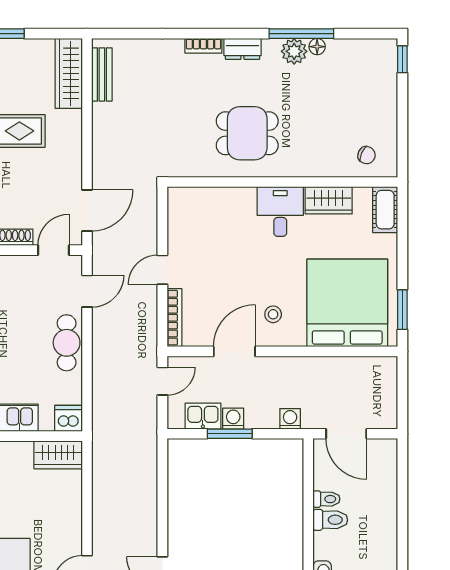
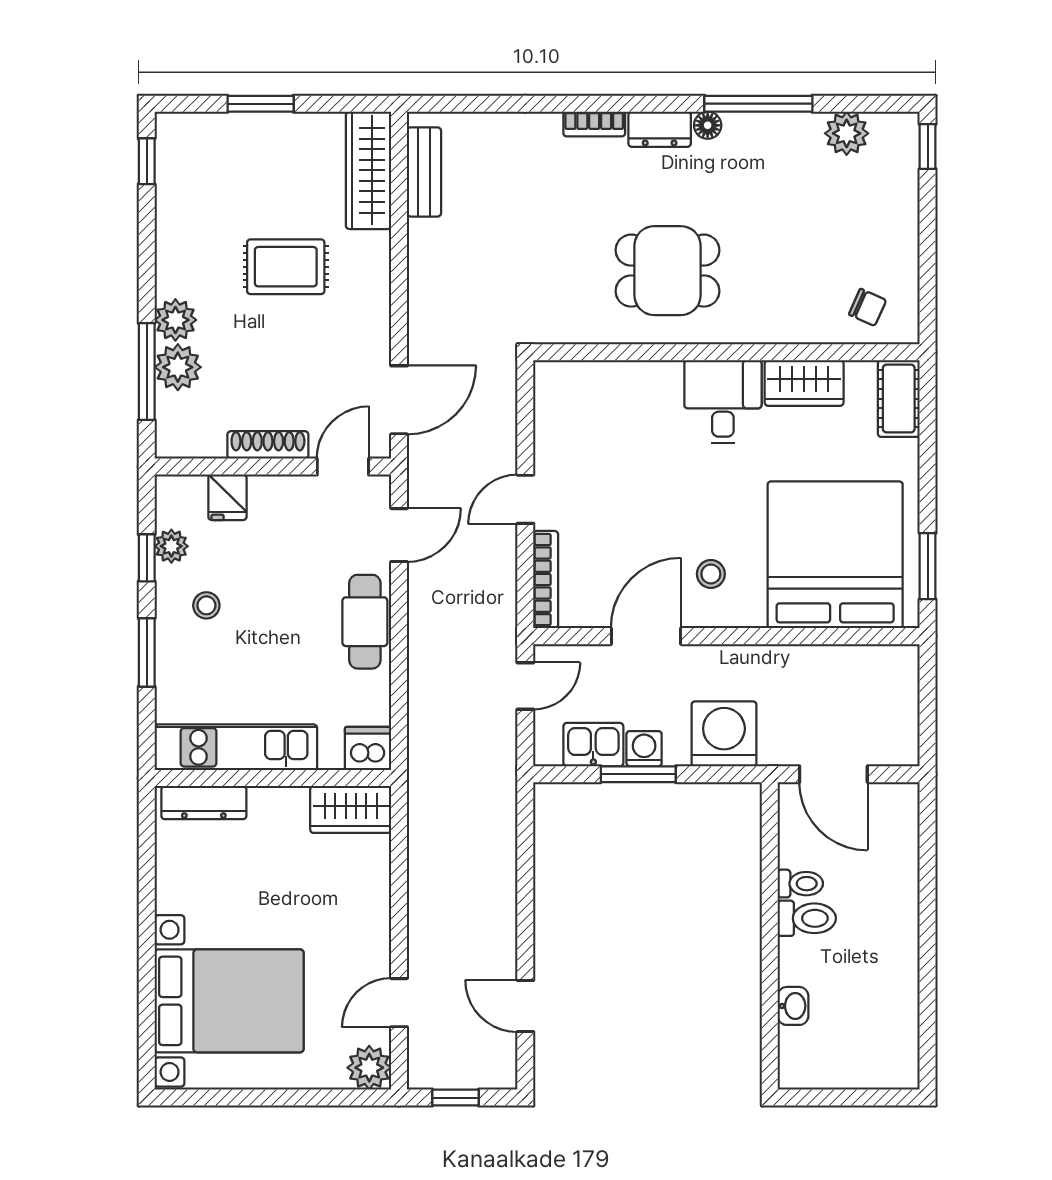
floor lamp: (317, 47) -> (708, 125), moved
plant: (294, 51) -> (847, 133), moved
washing machine: (290, 419) -> (724, 734), width x1.89, depth x1.89

